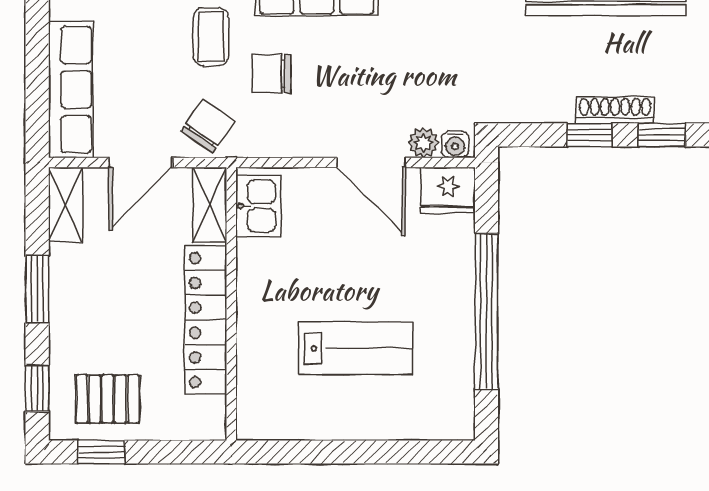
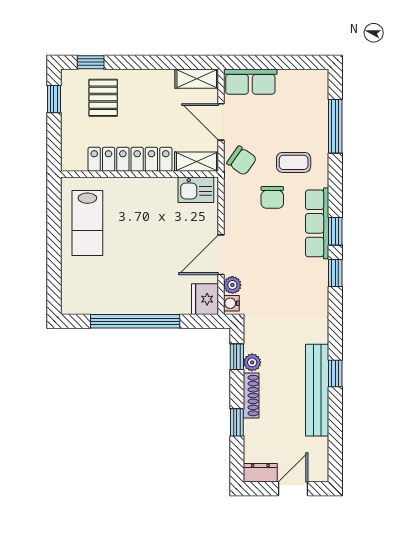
chair: (272, 74) -> (272, 197), turned 180
row of seats: (71, 90) -> (250, 82), width x0.68
plant: (558, 108) -> (252, 362), added
window: (589, 135) -> (237, 357), moved
window: (37, 289) -> (148, 62), removed
lab bench: (356, 348) -> (87, 223), moved
pallet: (108, 399) -> (103, 98), moved

